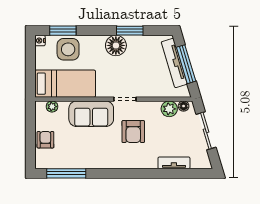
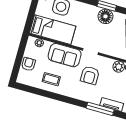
floor lamp: (116, 45) -> (105, 16), moved
coffee table: (82, 151) -> (51, 79), added
window: (66, 173) -> (100, 109), moved

